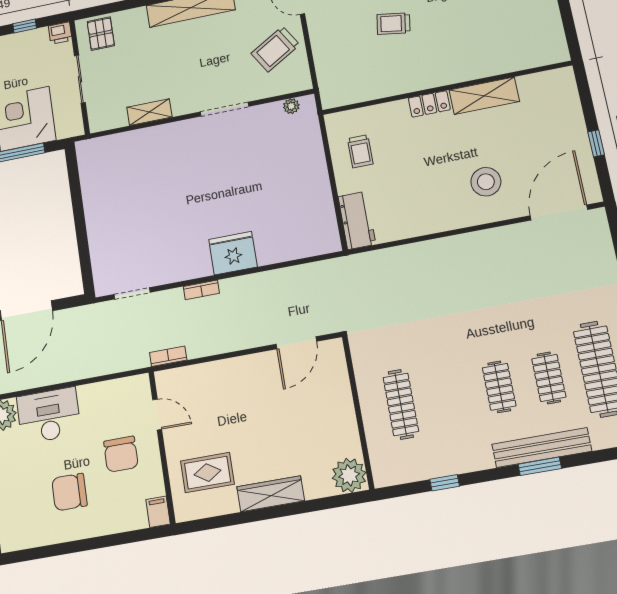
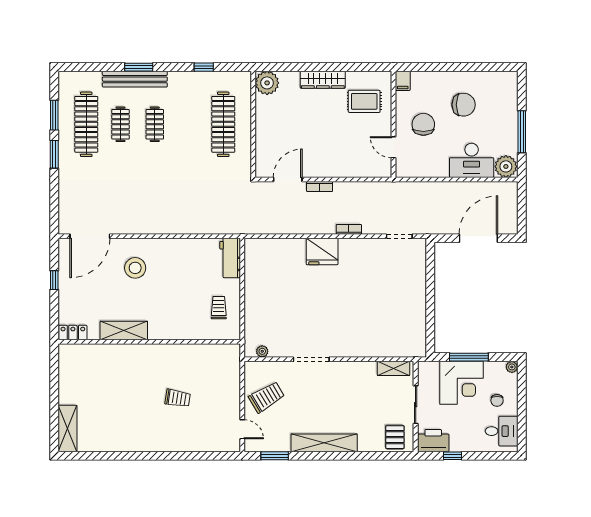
printer: (60, 33) -> (433, 441), width x1.87, depth x1.48
locker: (429, 104) -> (73, 332), moved
shelving: (149, 112) -> (393, 368), moved
bookcase: (168, 356) -> (320, 187), moved
clothes rail: (401, 404) -> (223, 124), width x1.37, depth x1.31

